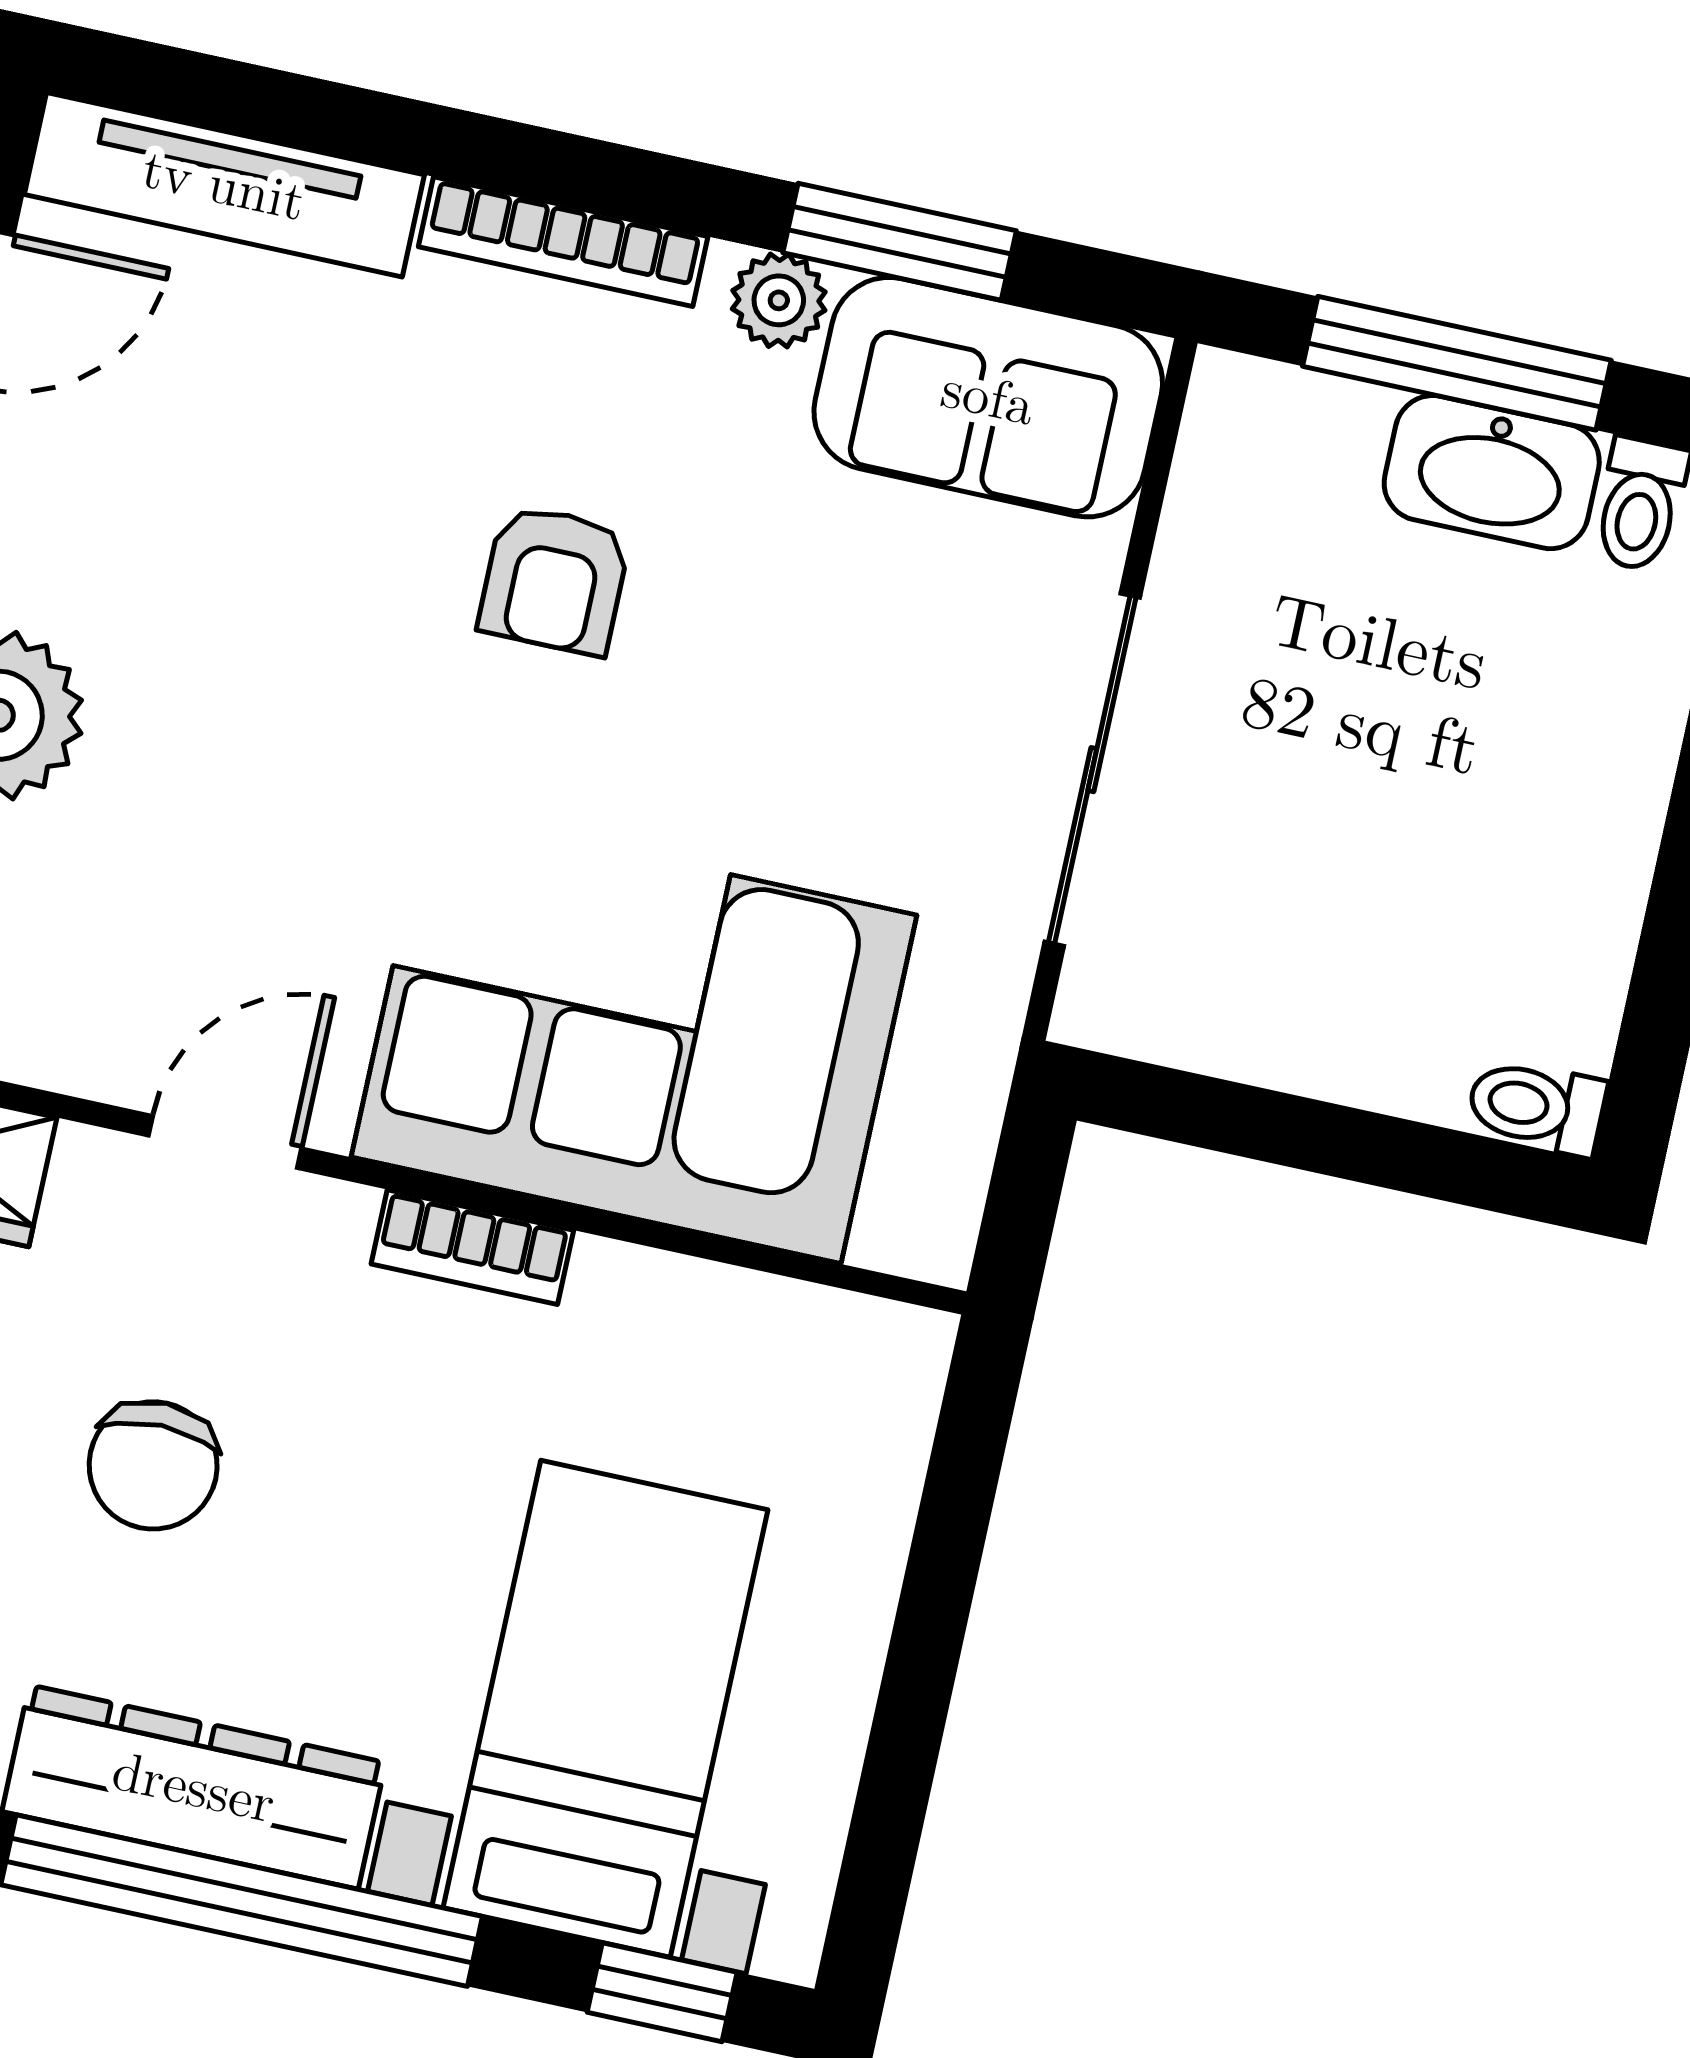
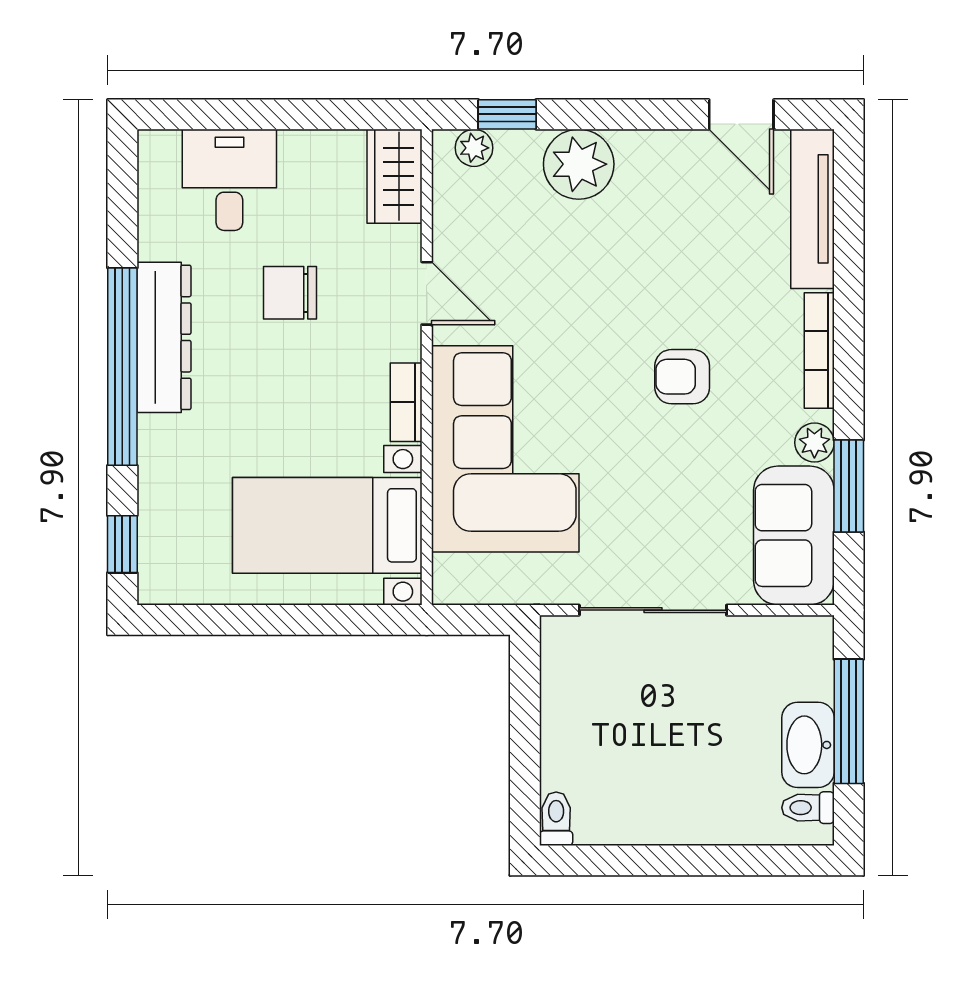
bed with nightstands: (606, 1709) -> (327, 525), moved, turned 180

